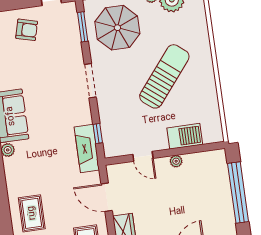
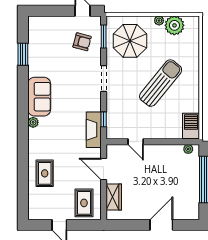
armchair: (27, 30) -> (82, 42), moved
barbecue: (185, 136) -> (191, 126), moved, turned -90
plant: (176, 161) -> (188, 149), moved

